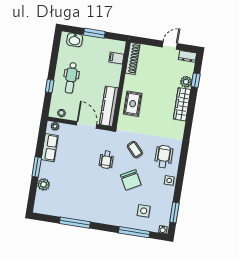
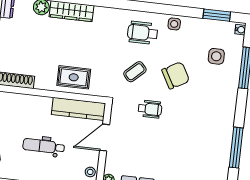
filing cabinet: (116, 58) -> (14, 102), removed
dental chair: (71, 78) -> (44, 146), moved, turned 180

